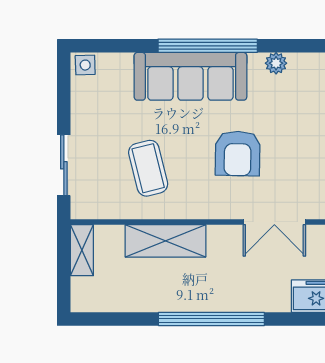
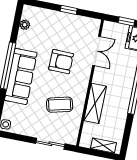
plant: (276, 63) -> (25, 25), moved
shelving: (82, 250) -> (103, 146), moved

